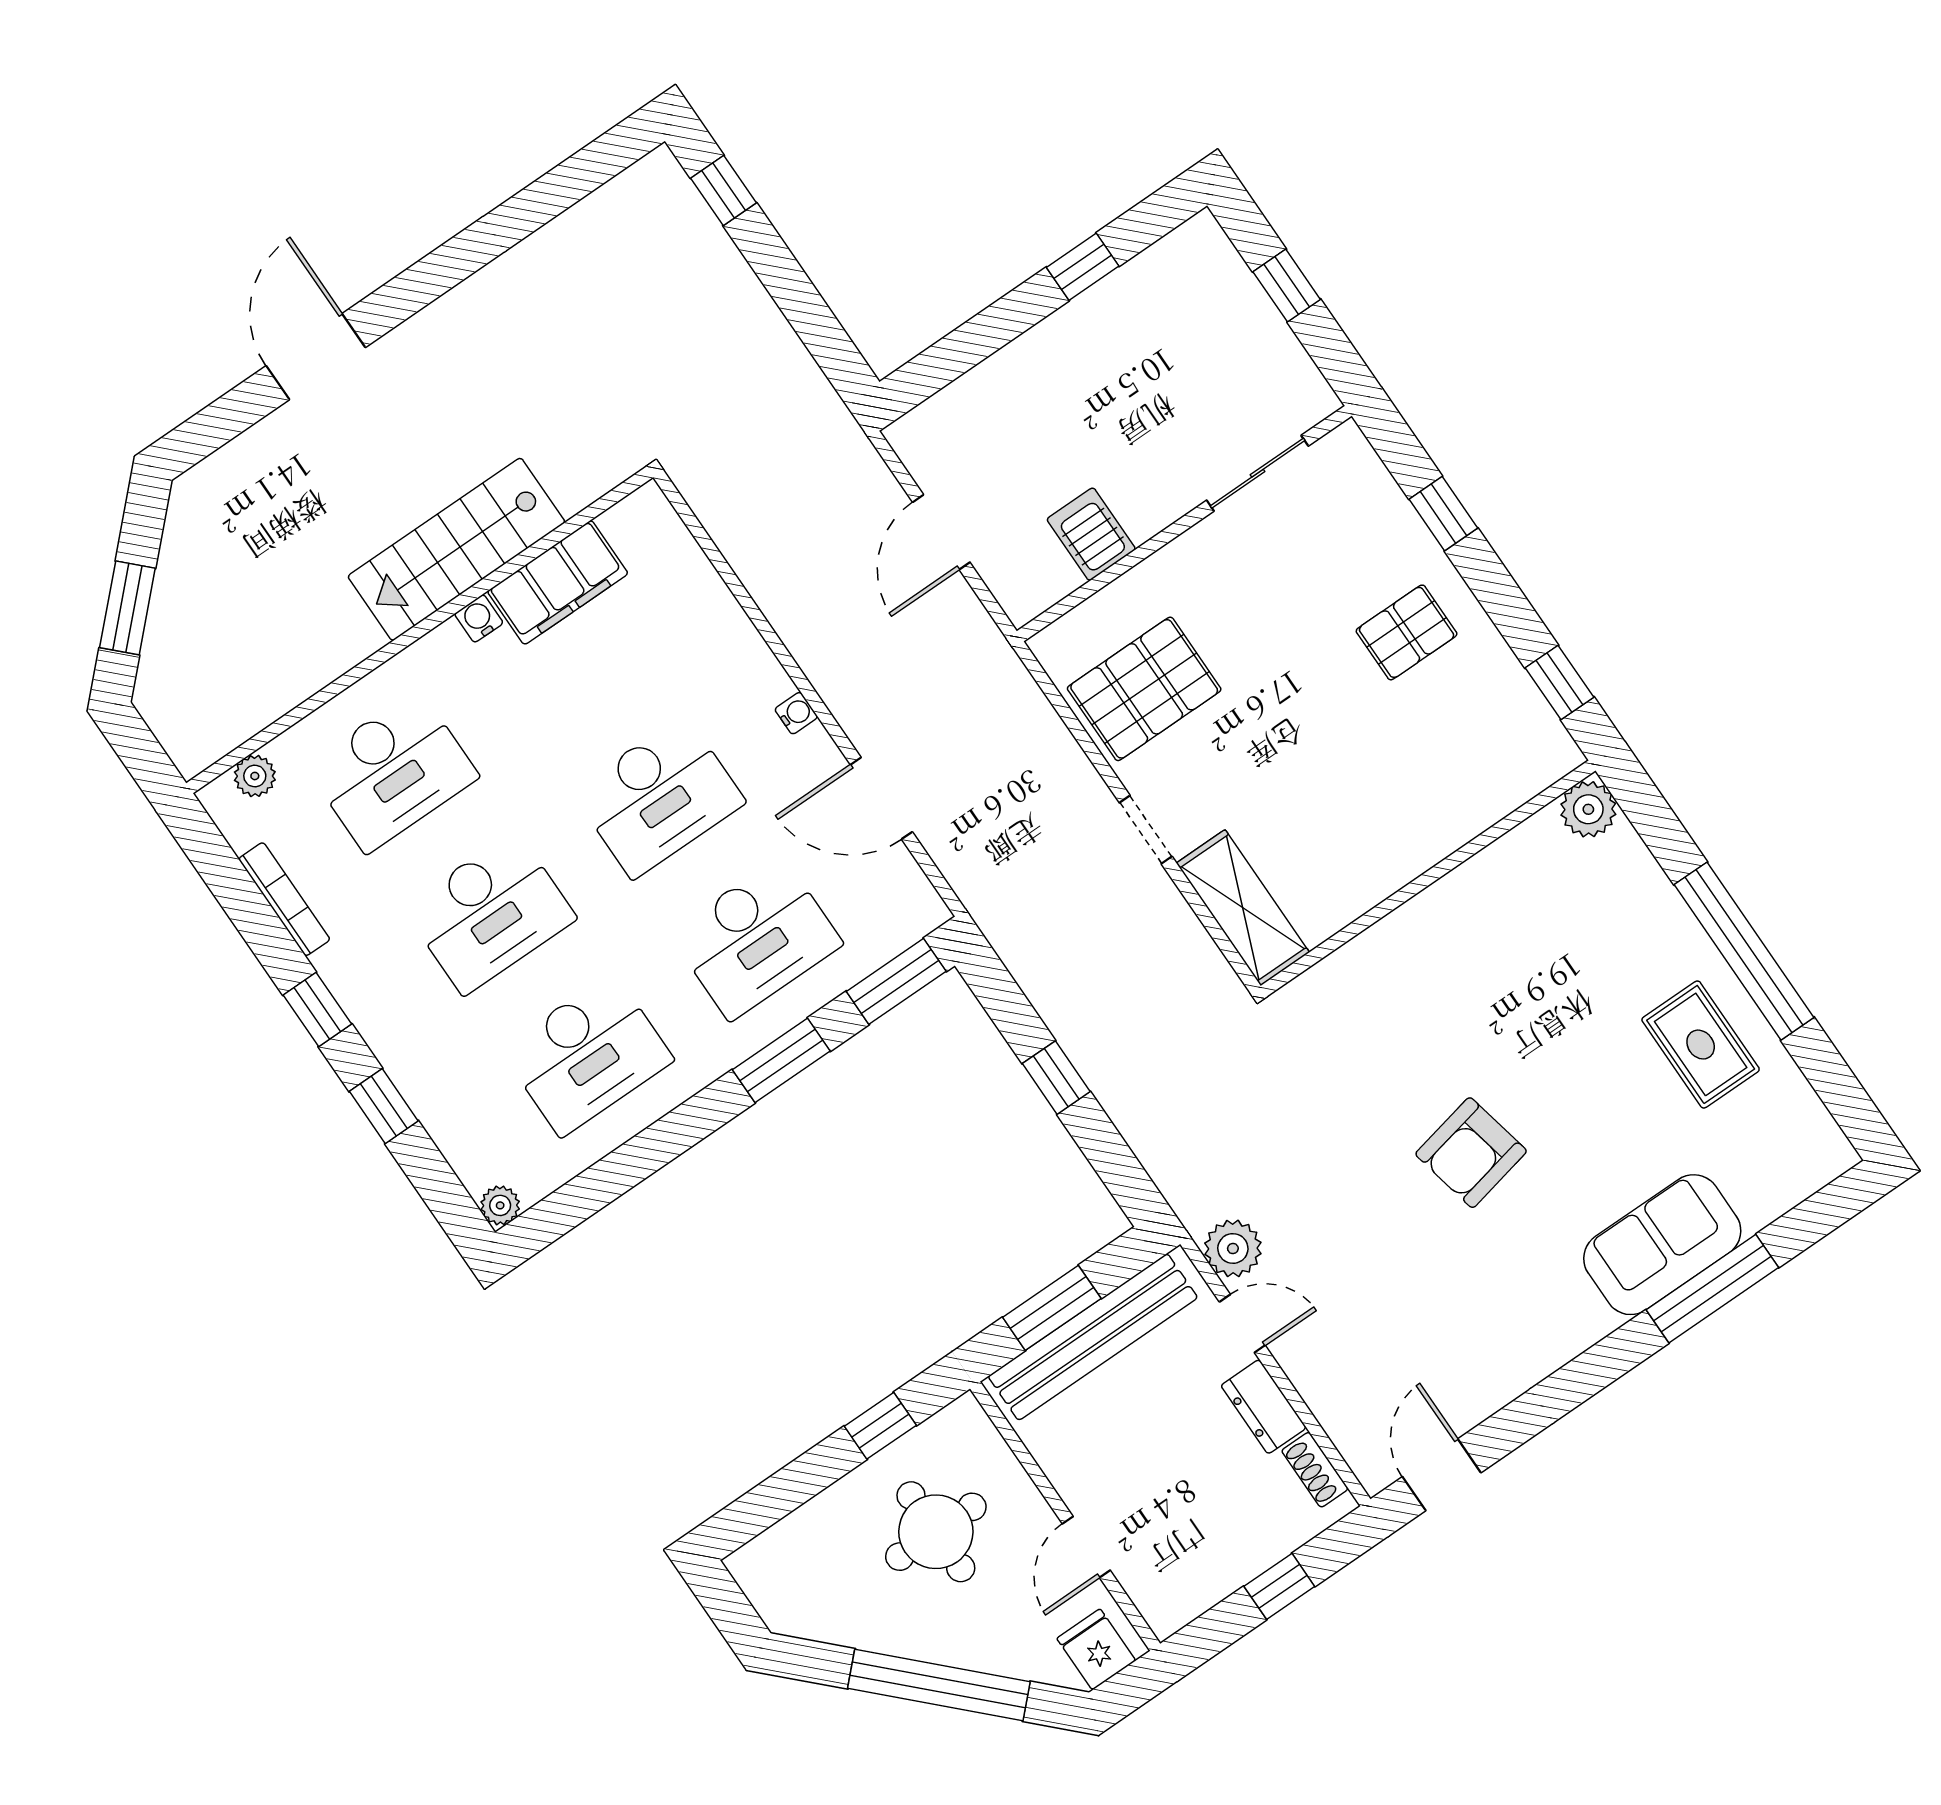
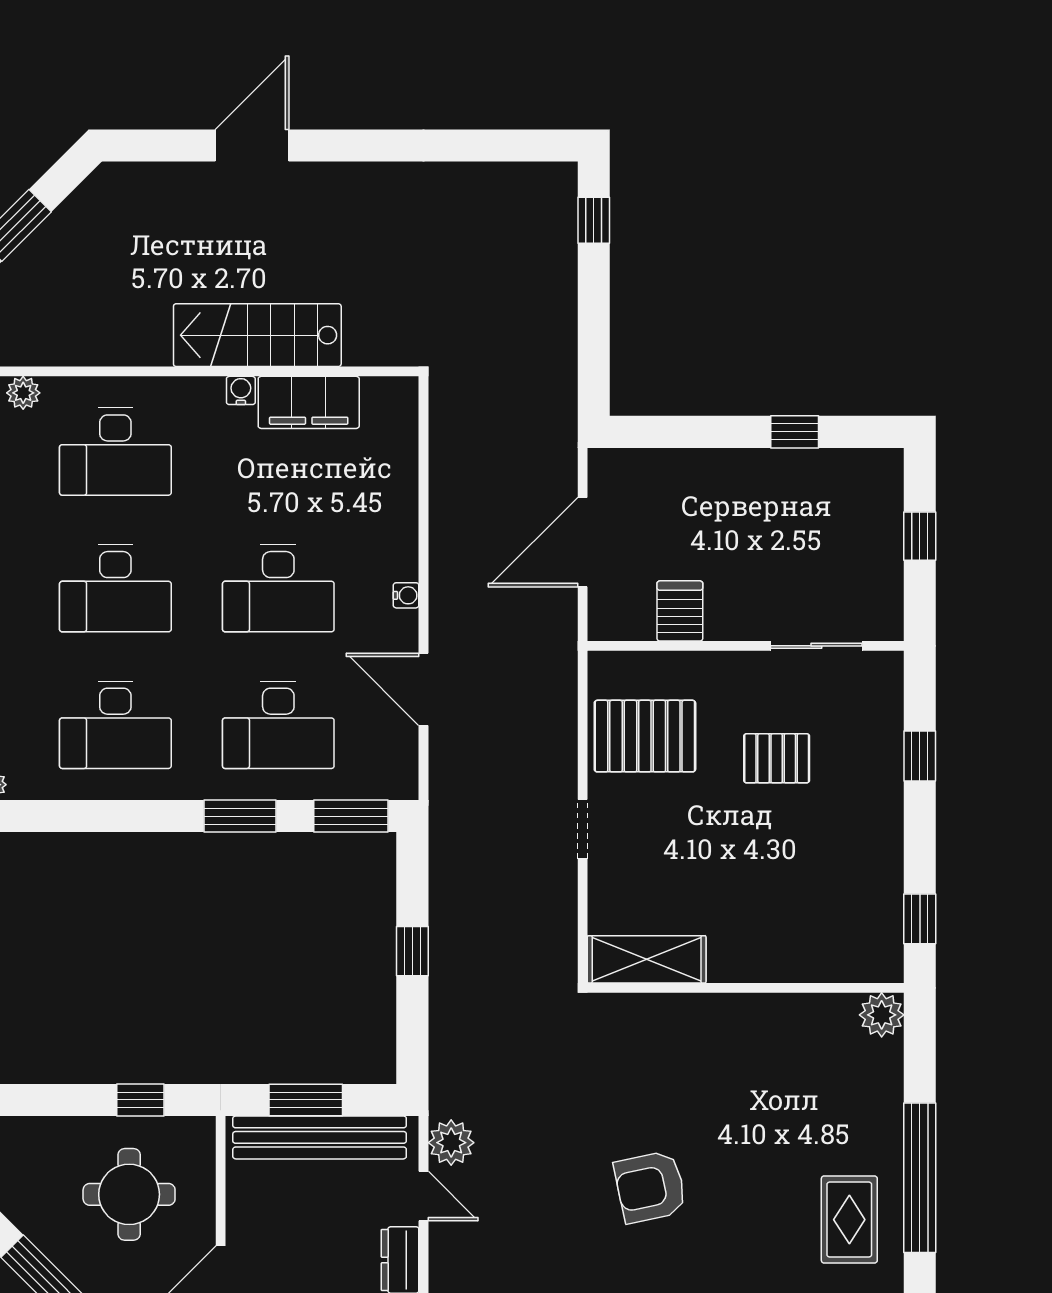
door: (941, 532) -> (583, 542), width x1.36
pallet: (1407, 632) -> (777, 758), moved
shelving: (1243, 908) -> (647, 959), moved, turned 90

